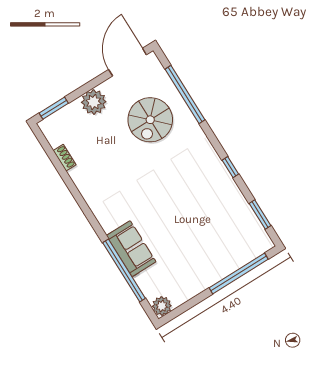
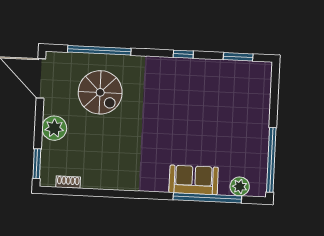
shoe rack: (65, 158) -> (68, 182), moved
window: (239, 273) -> (271, 160), moved
plant: (162, 306) -> (240, 186), moved

